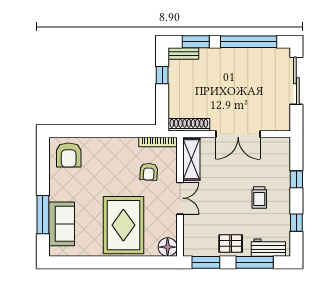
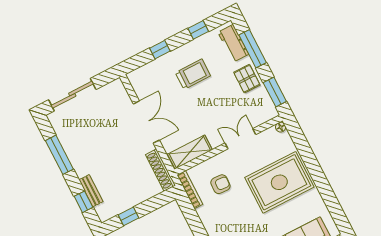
window: (196, 42) -> (83, 202), width x0.67
window: (249, 42) -> (59, 155), width x0.68
bench: (183, 54) -> (91, 191), moved
double door: (180, 198) -> (240, 139), moved
trolley: (259, 198) -> (193, 74), width x1.36, depth x1.39
floor lamp: (168, 247) -> (281, 127), width x0.53, depth x0.53

